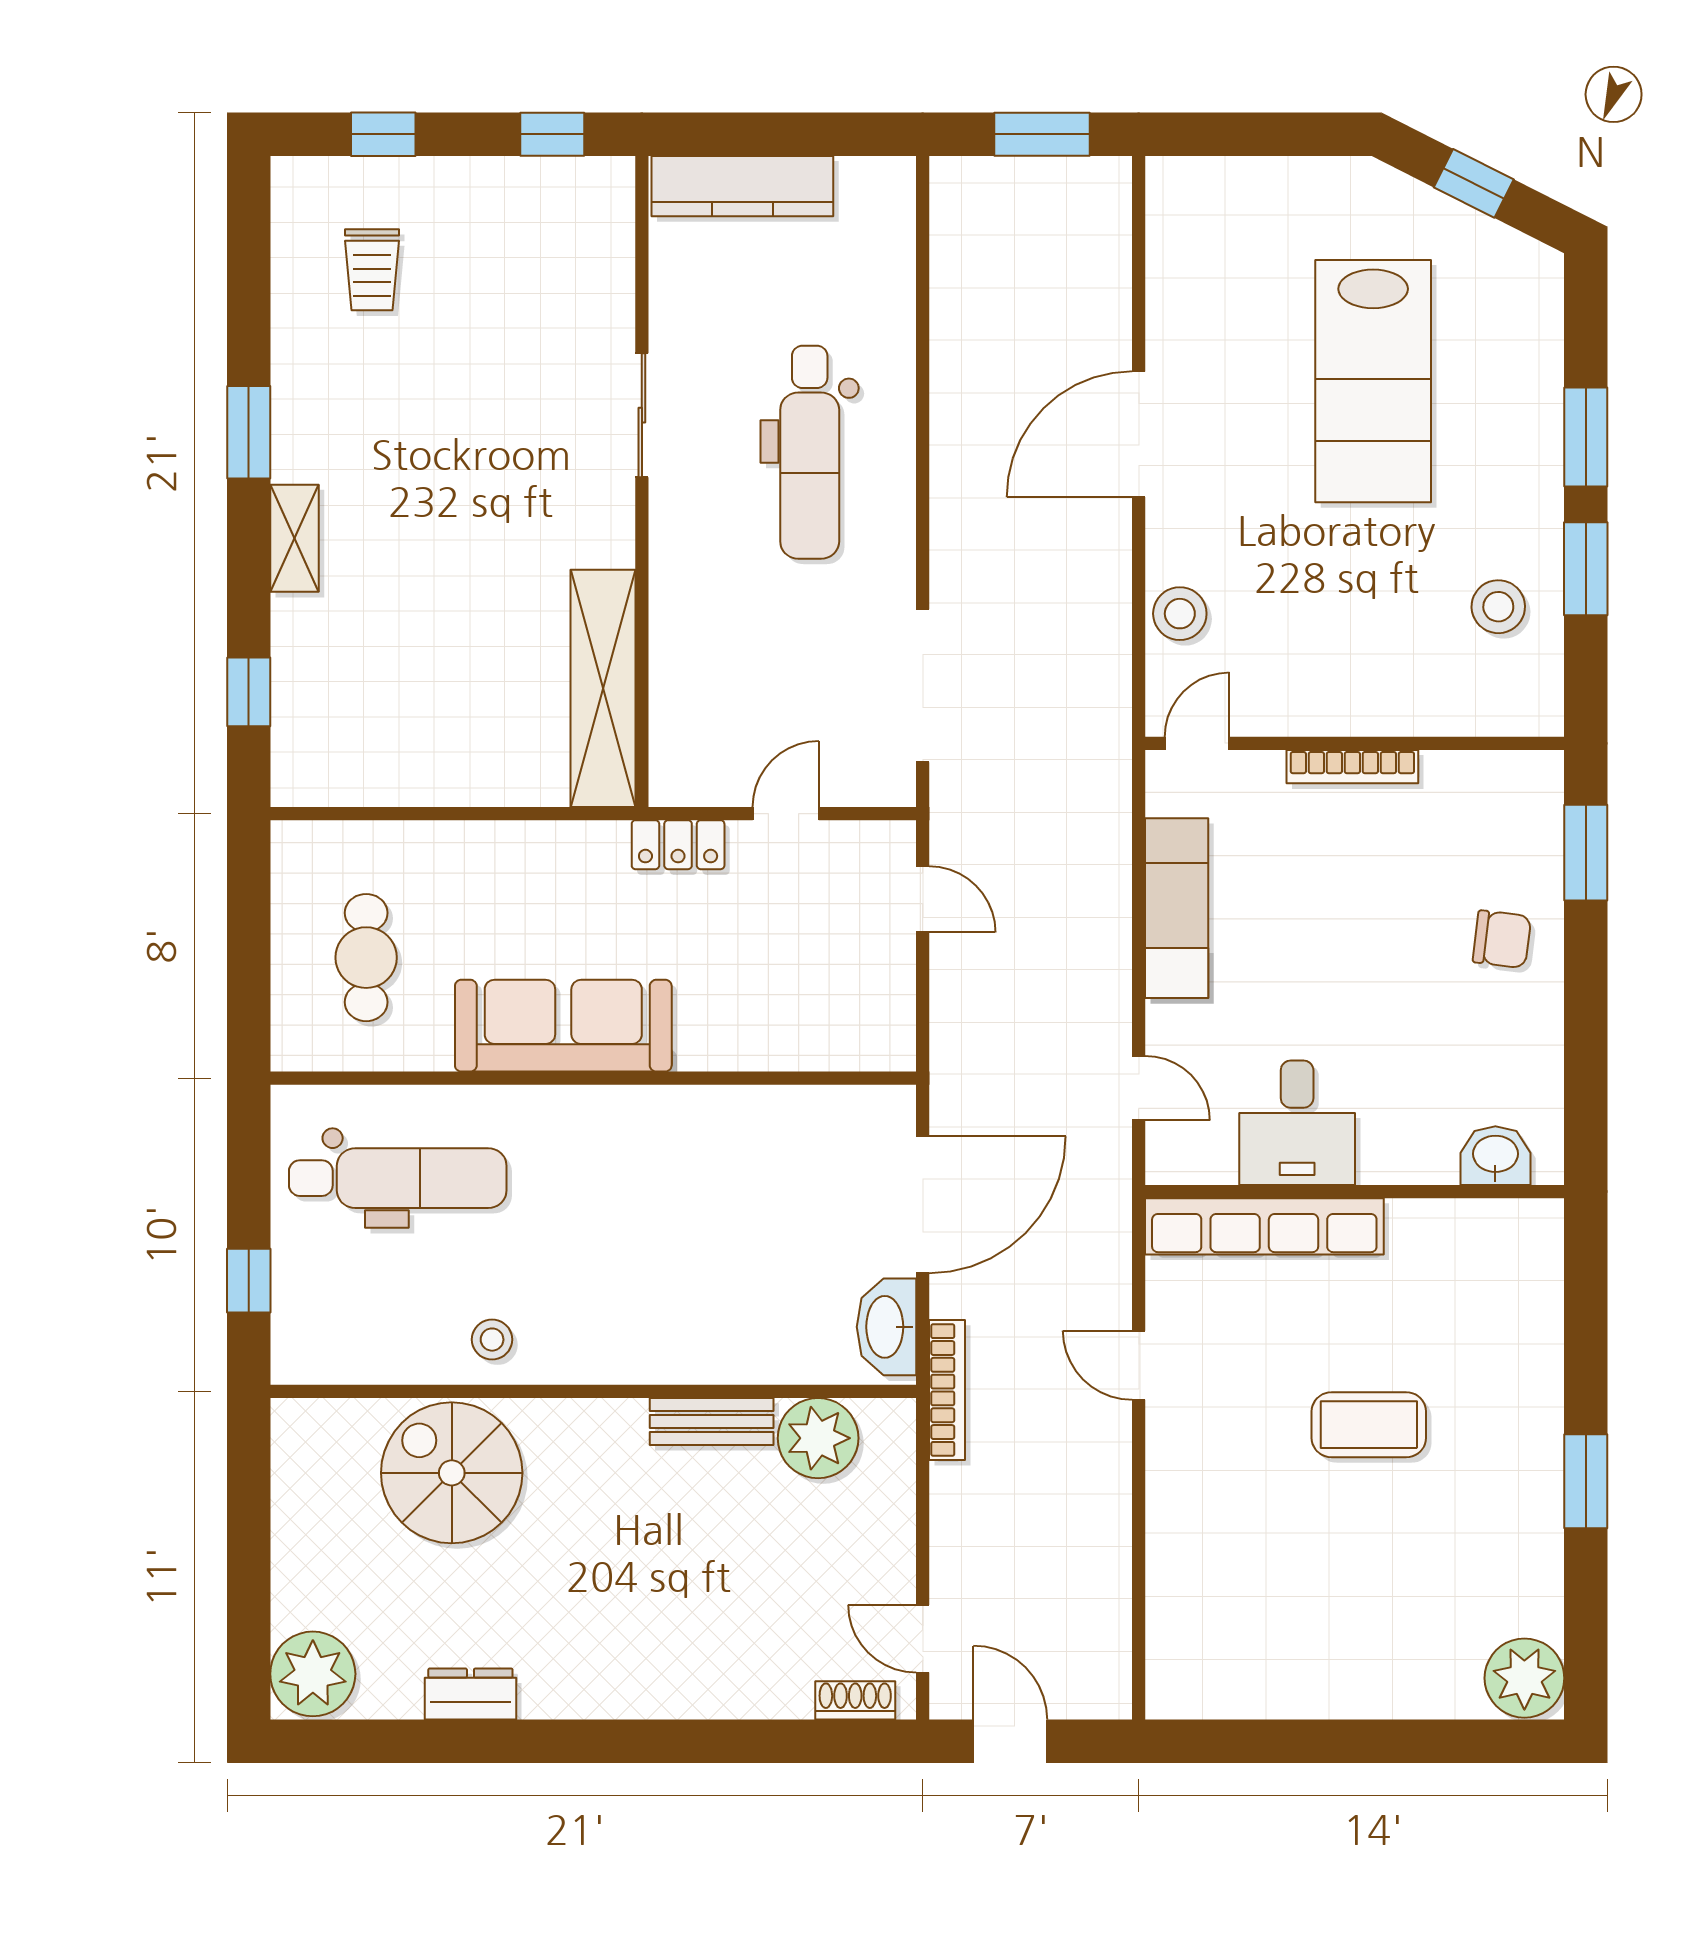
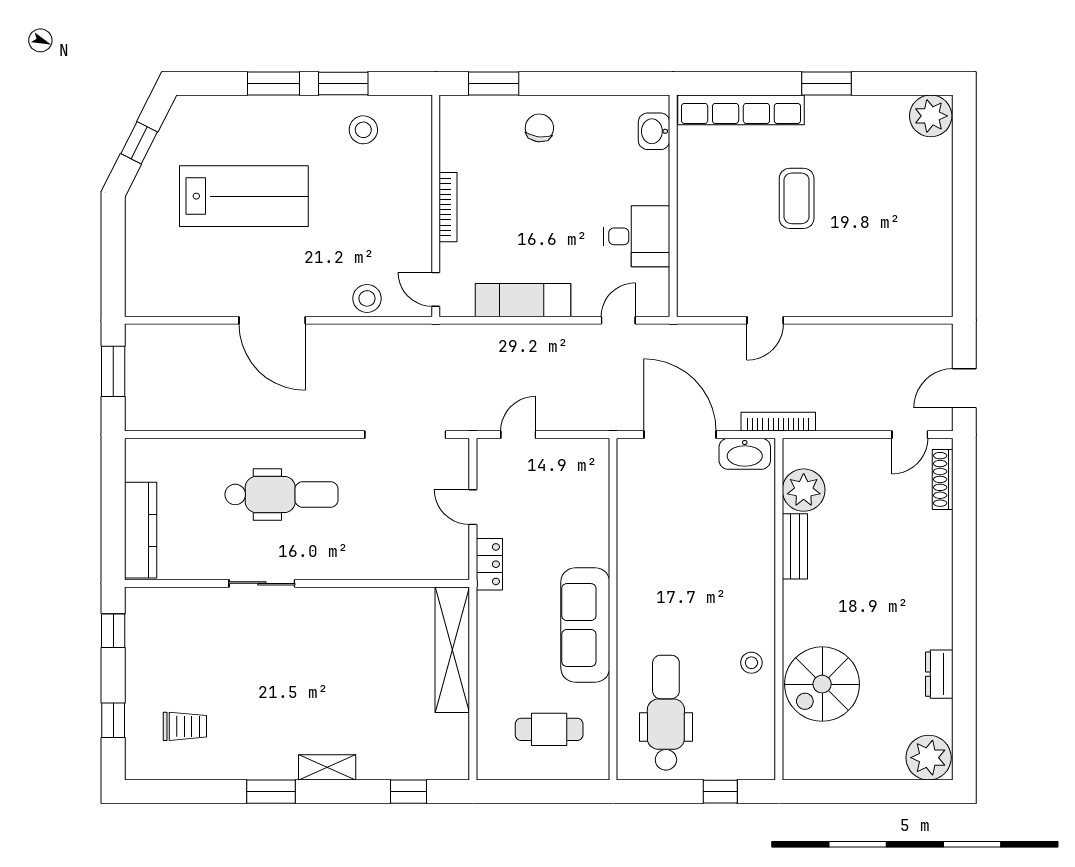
shelving: (603, 688) -> (452, 650), moved, turned 90
row of seats: (1264, 1226) -> (741, 110), moved, turned 90
shoe rack: (855, 1700) -> (943, 479), width x1.43

